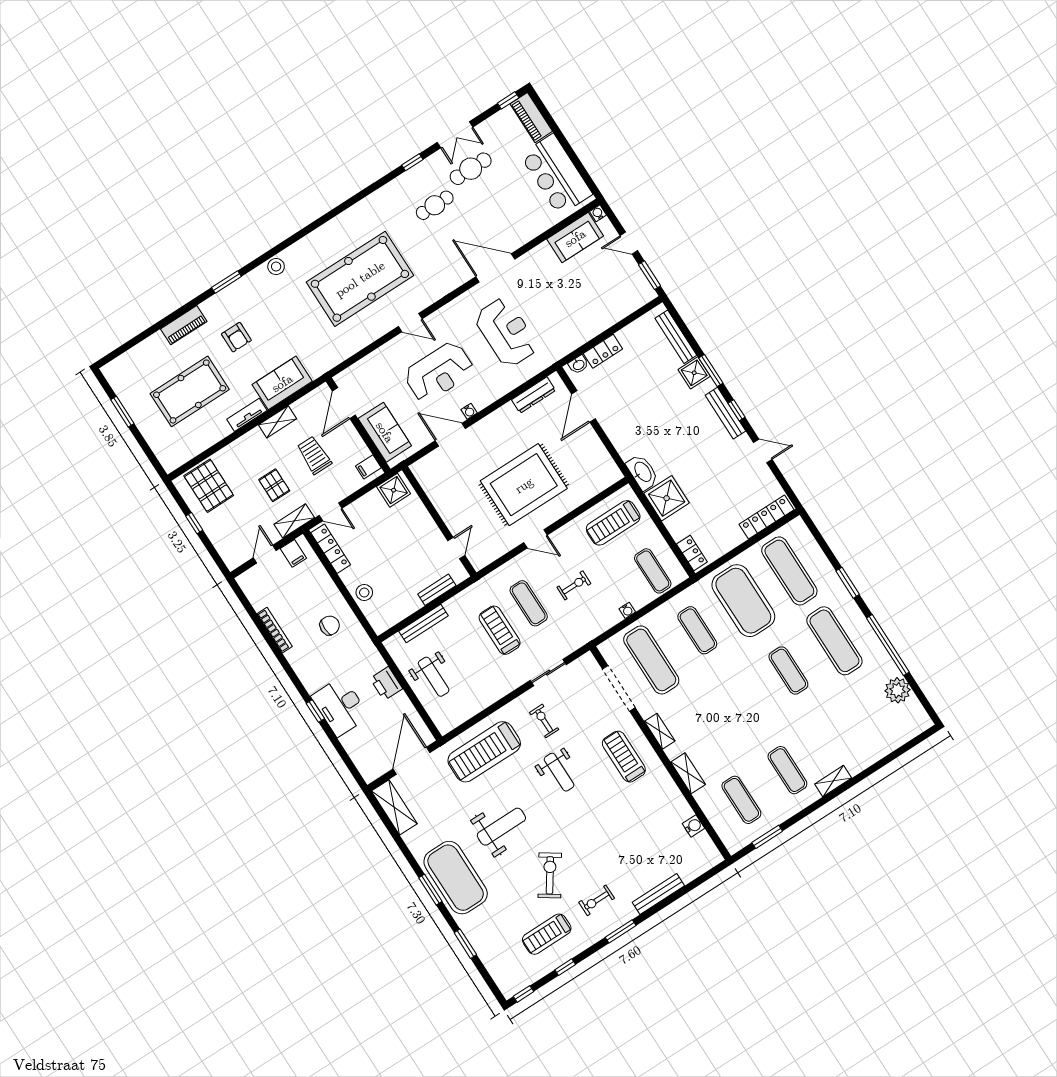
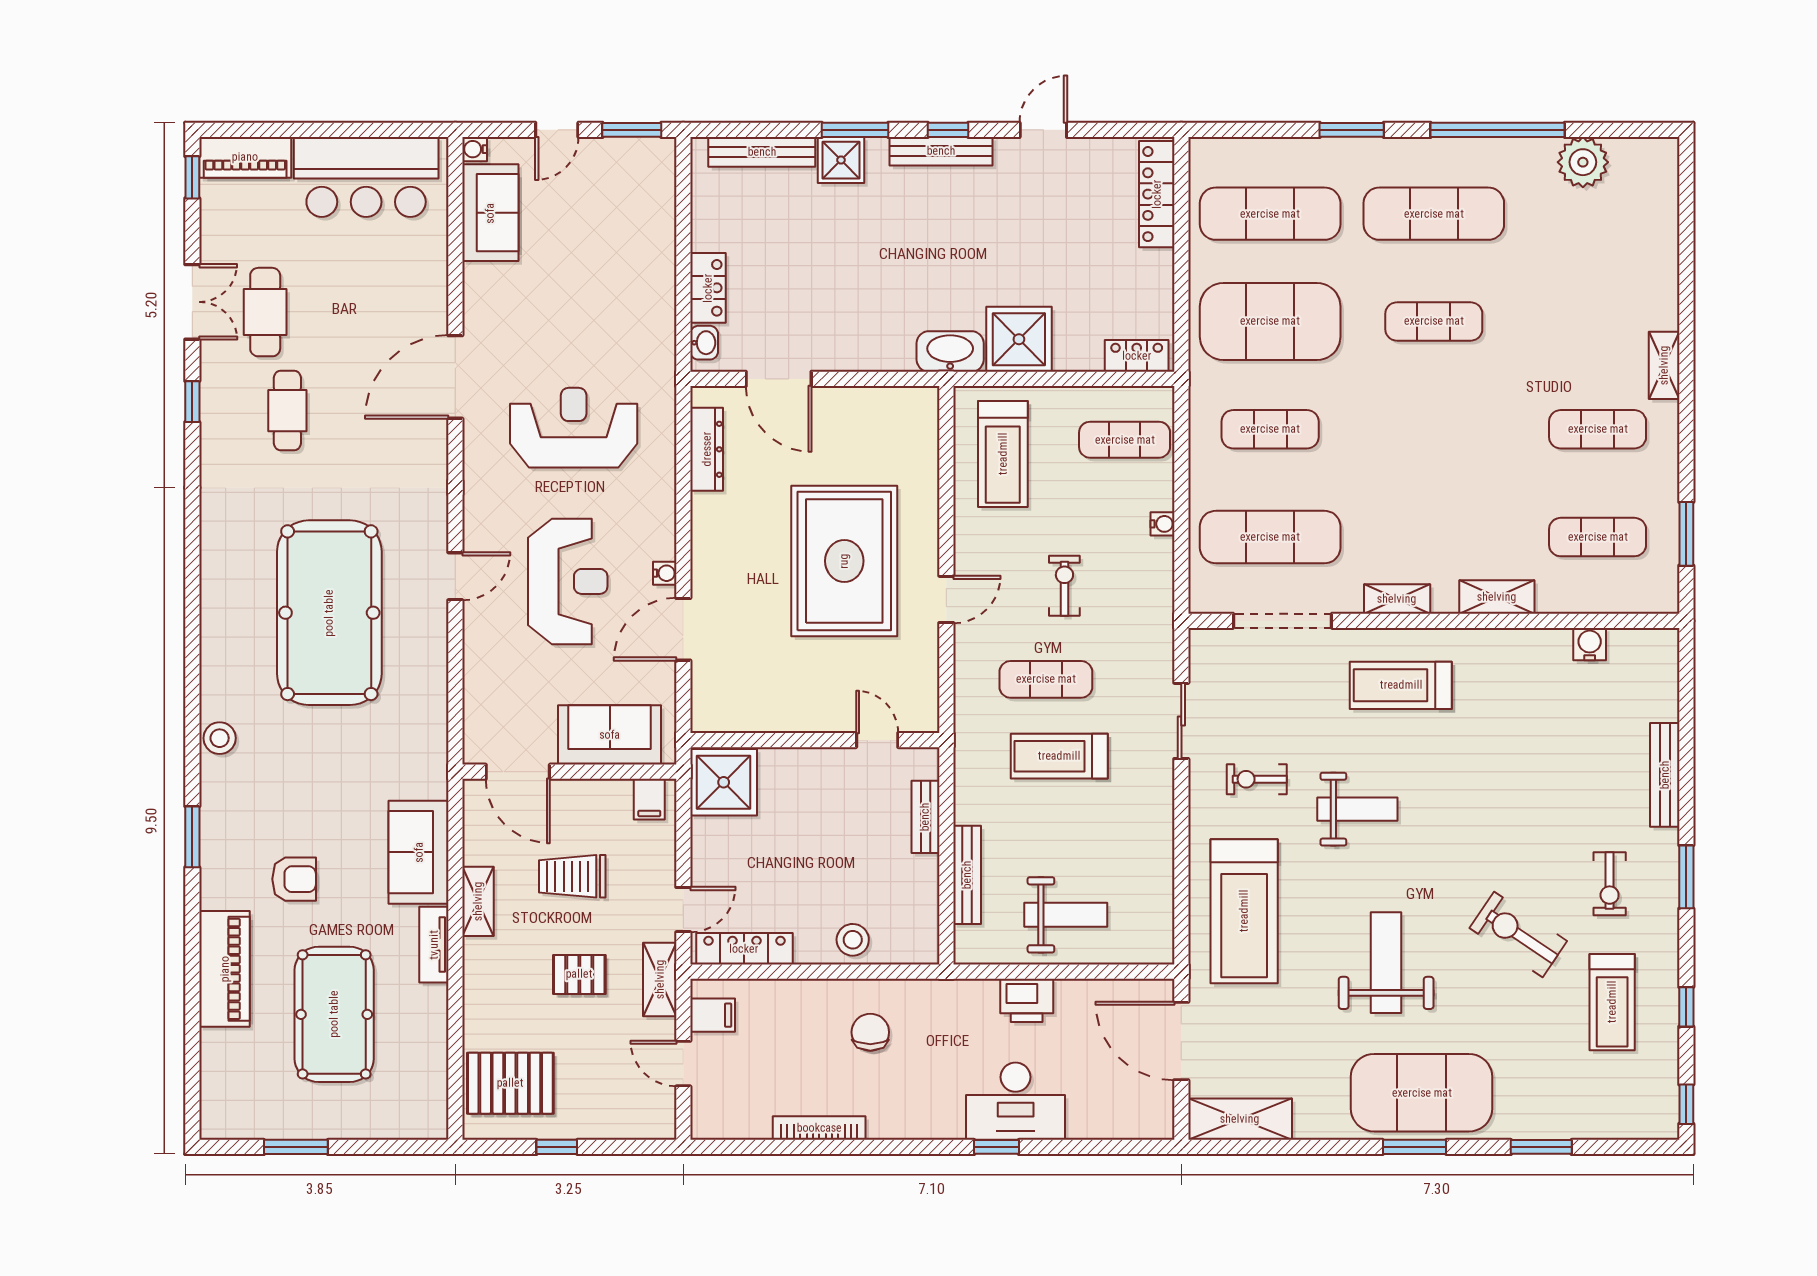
piano: (184, 325) -> (225, 969), width x1.37, depth x1.33
shower: (394, 490) -> (724, 782), width x1.36, depth x1.36

